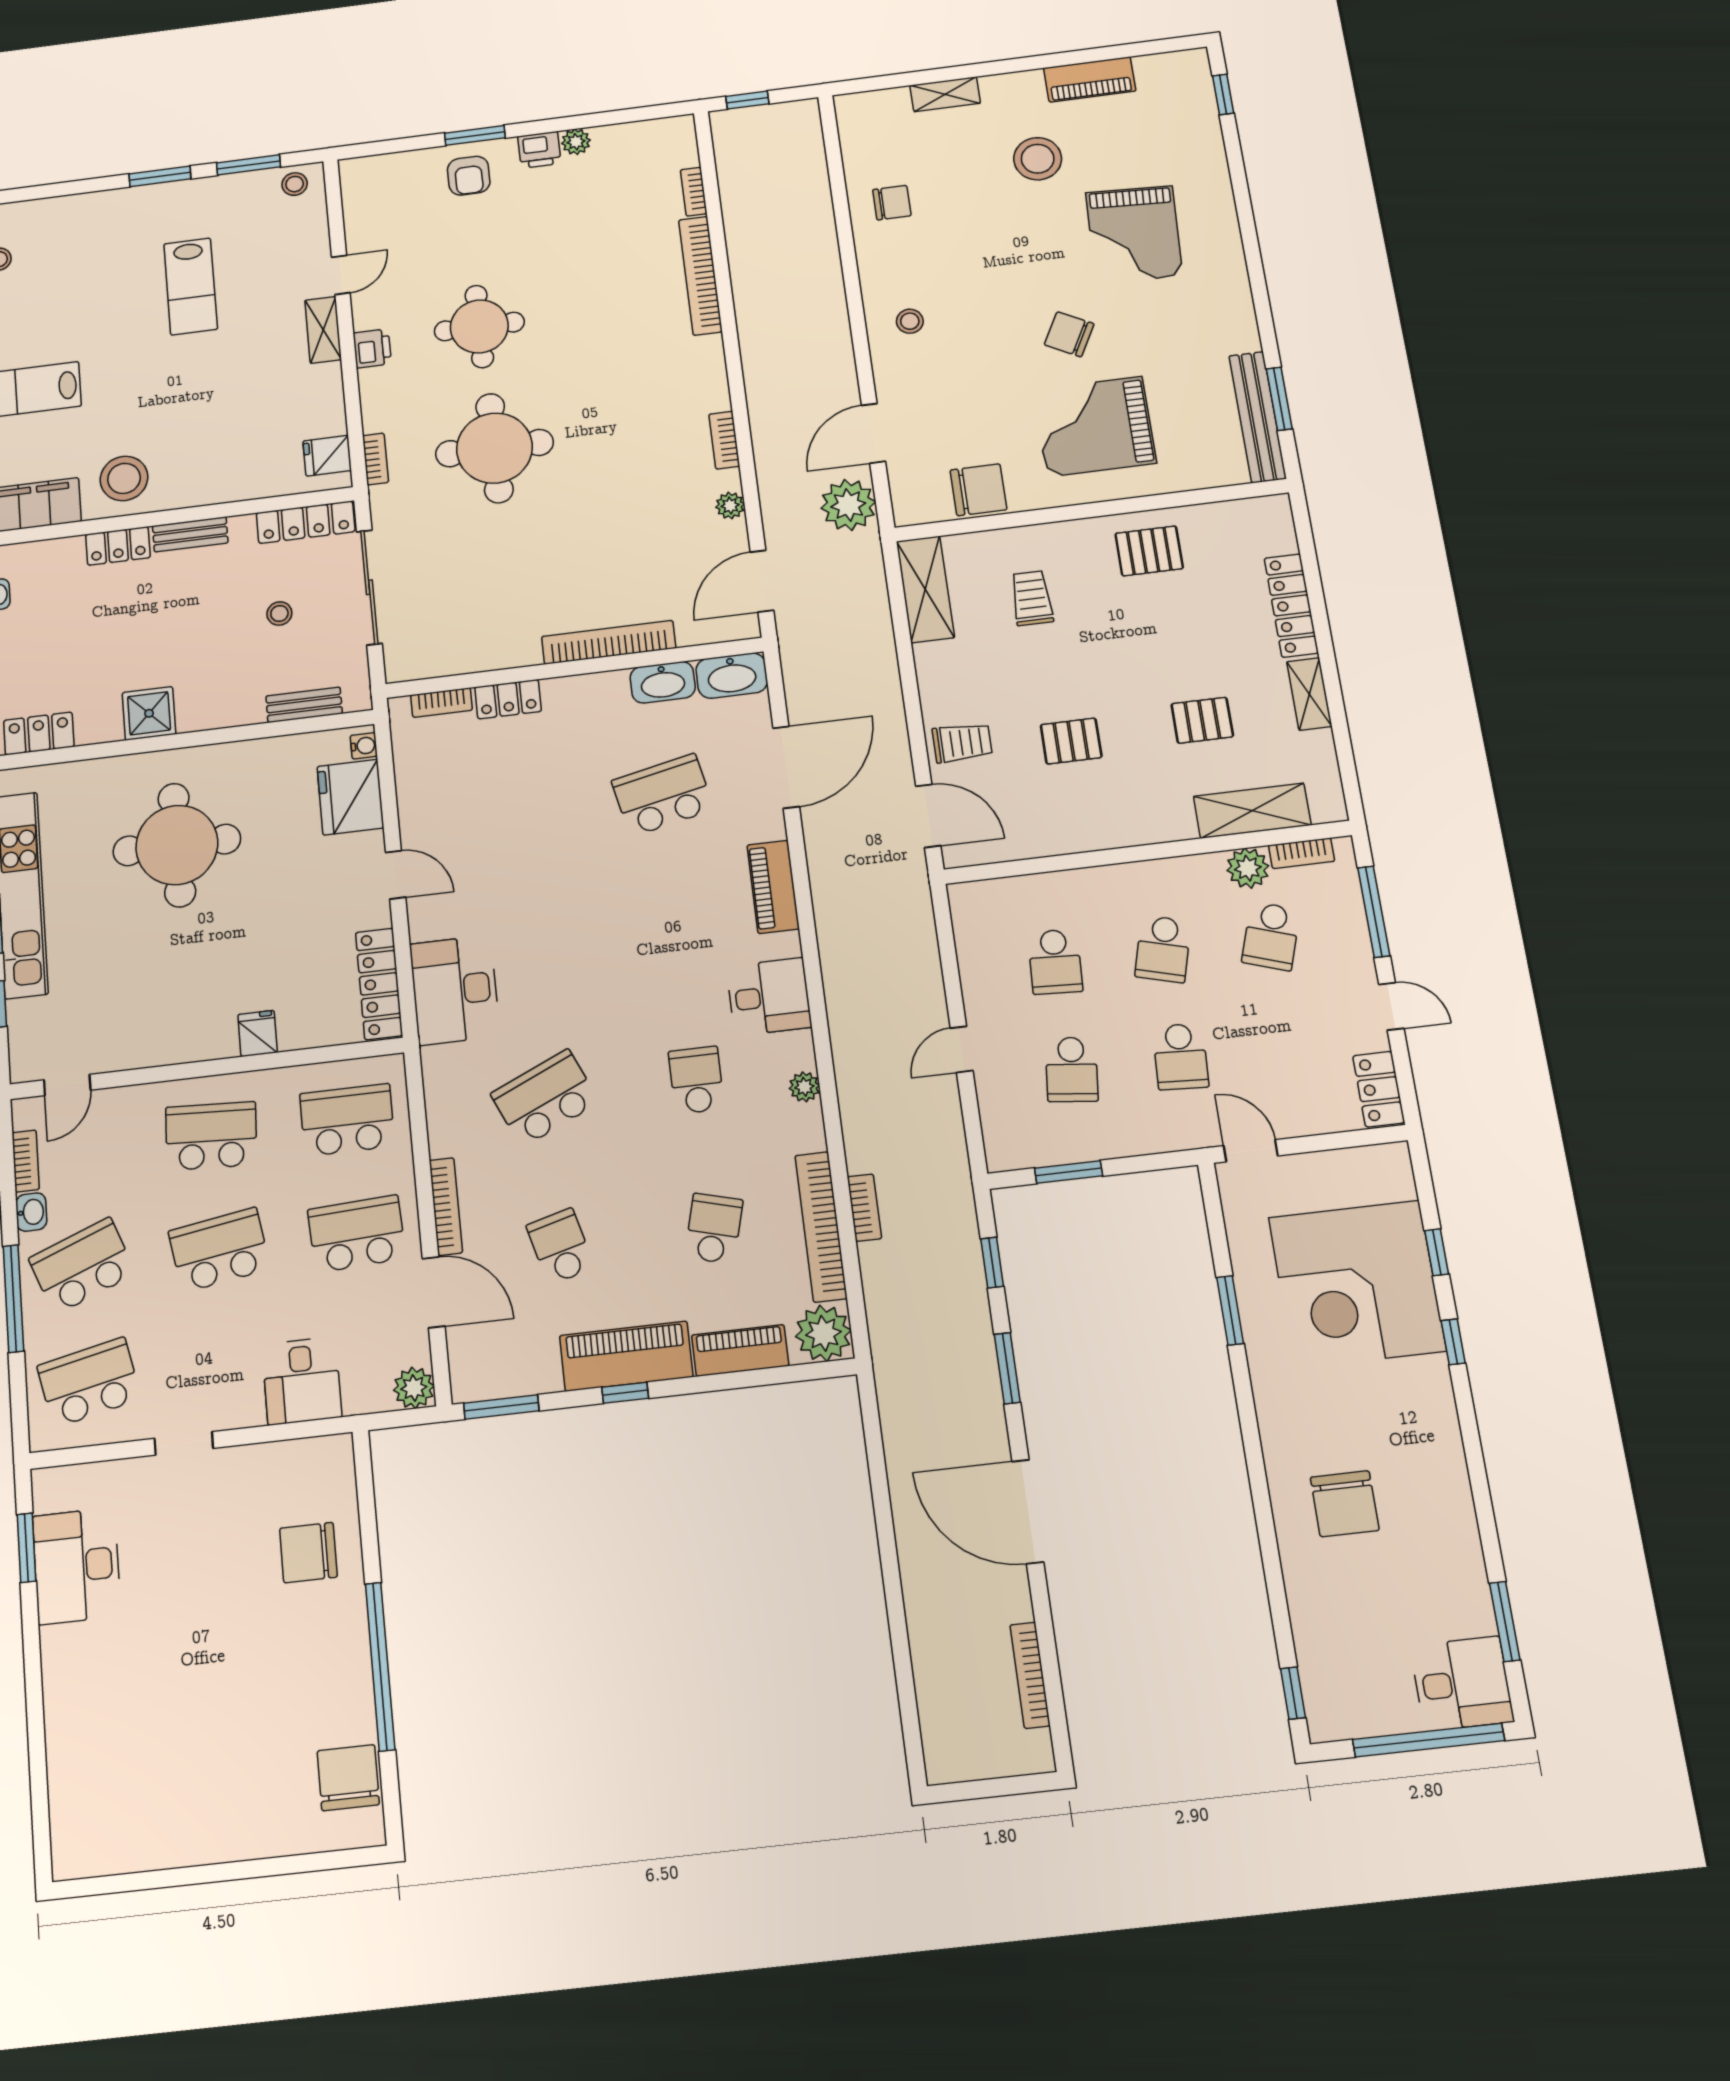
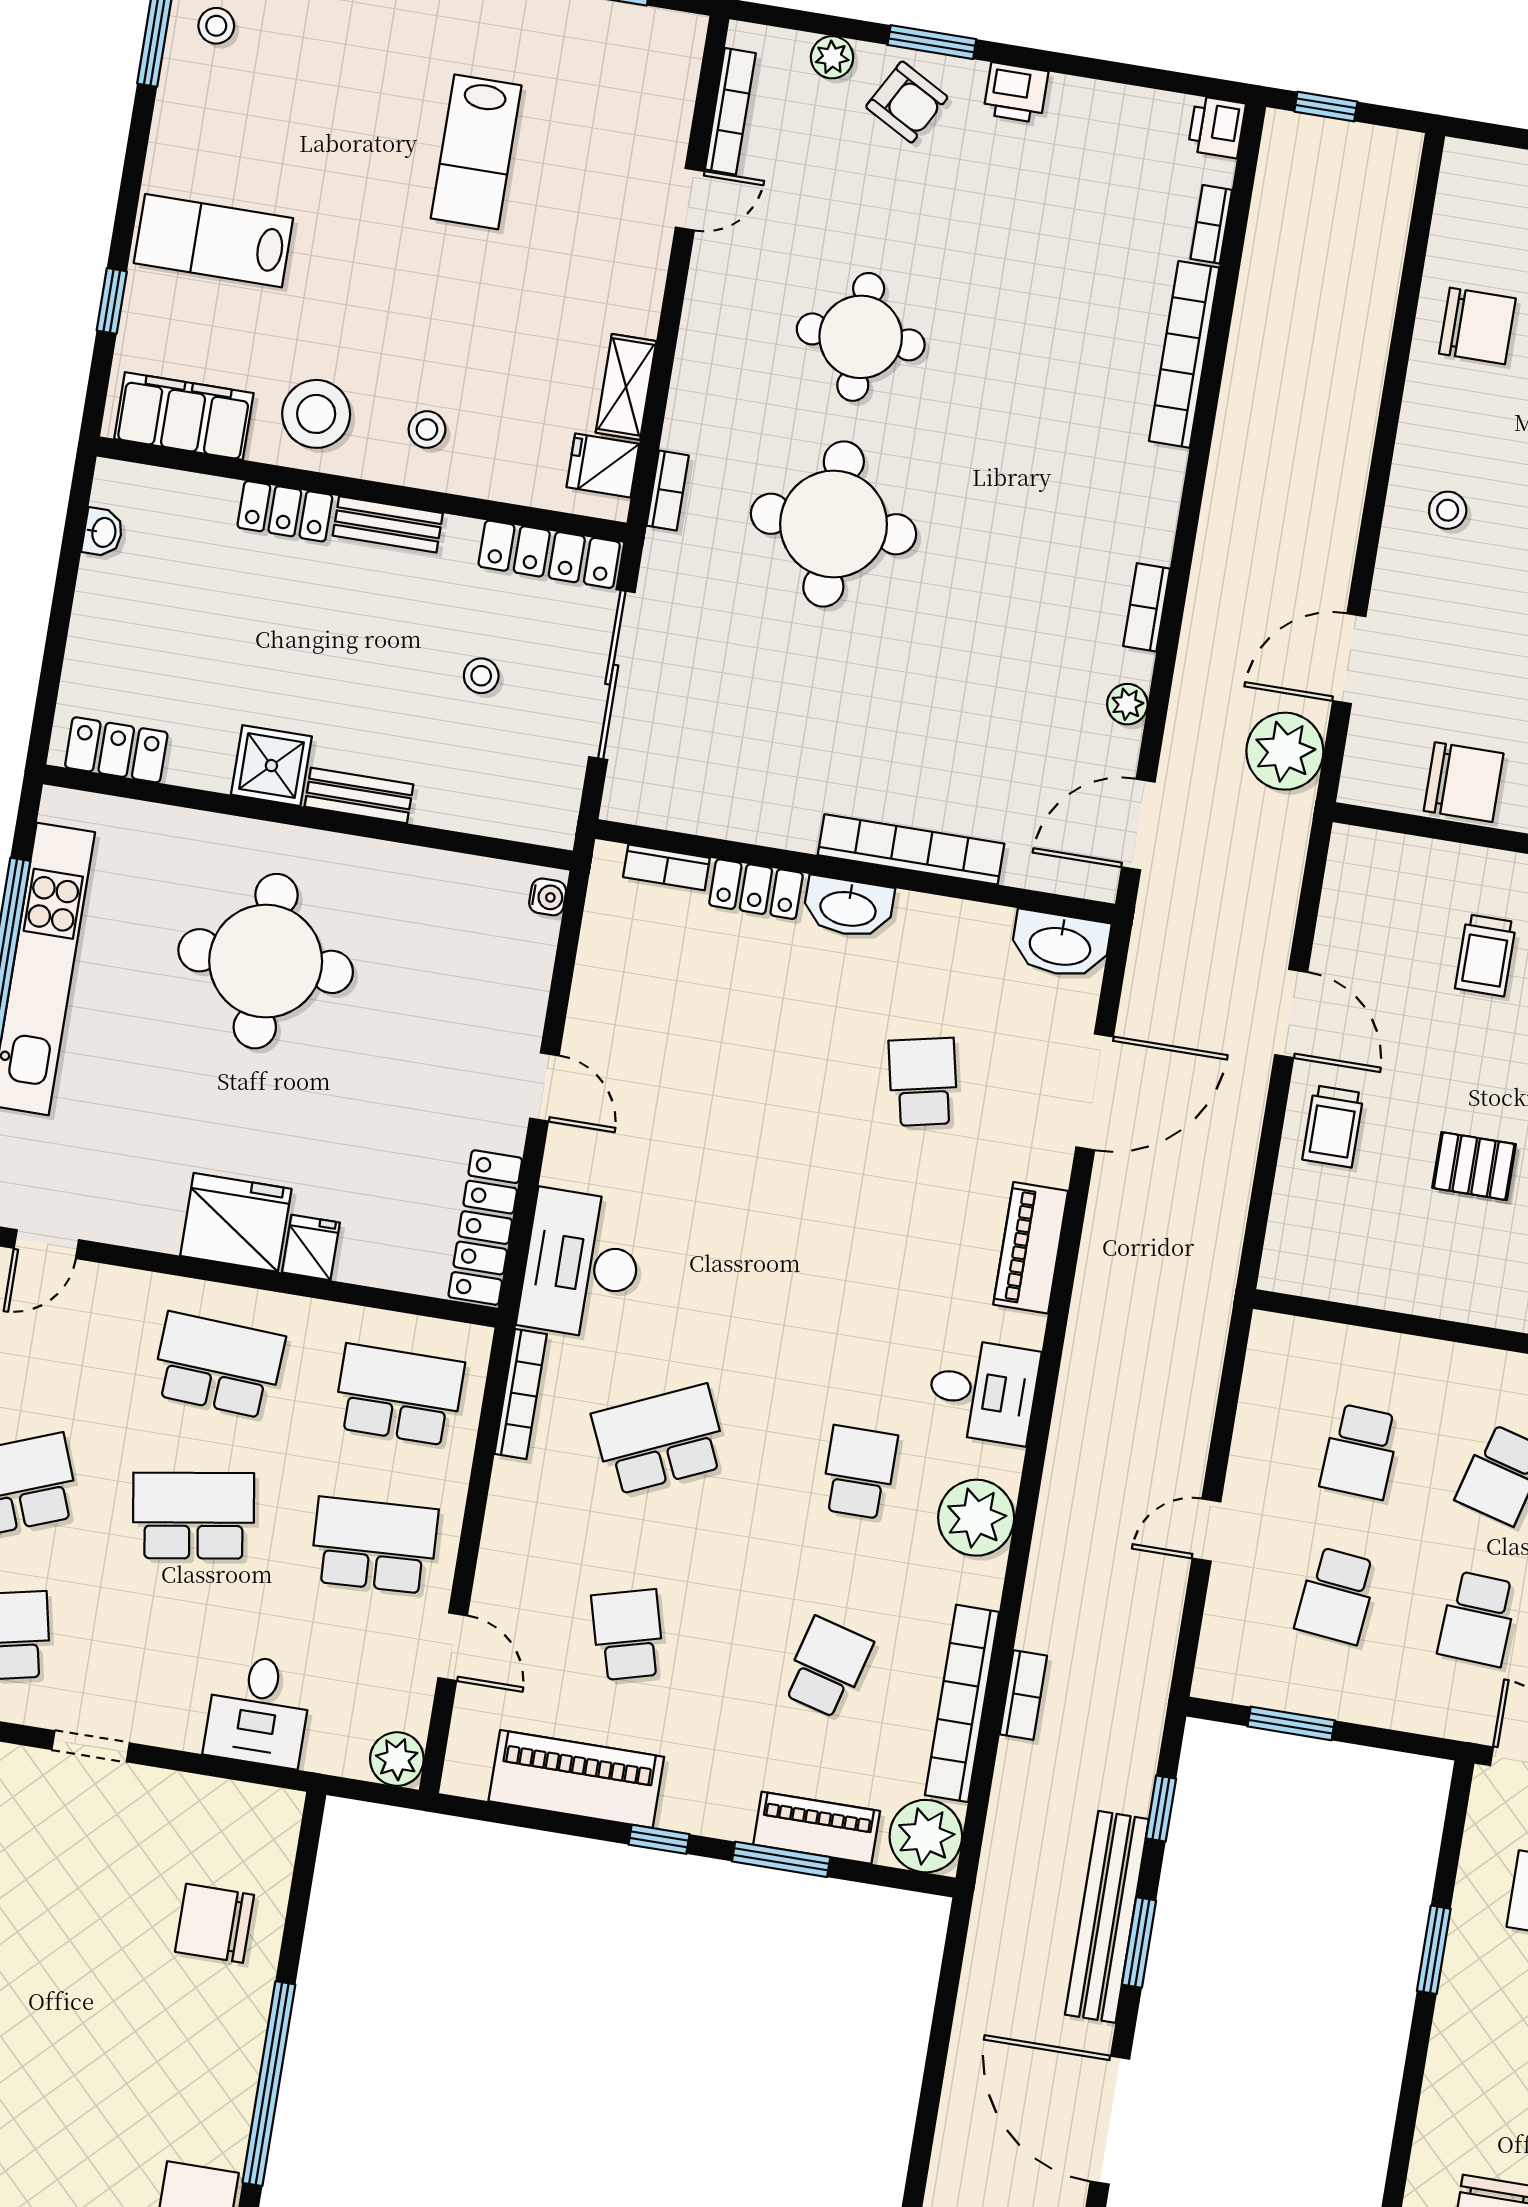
plant: (576, 142) -> (832, 57), moved
armchair: (469, 176) -> (907, 102), turned -61
stool: (295, 184) -> (427, 429), moved
chair: (892, 203) -> (1477, 326), width x1.37, depth x1.37
bookcase: (353, 214) -> (730, 111), added
shelving: (323, 330) -> (626, 387), moved
printer: (372, 348) -> (1217, 127), moved, turned 180
shelving: (925, 589) -> (1350, 901), removed
trolley: (1032, 598) -> (1486, 955), turned 180
washbasin: (663, 682) -> (848, 907), moved
bench: (304, 705) -> (359, 796), moved
trolley: (962, 743) -> (1333, 1126), turned 90
school desk: (663, 795) -> (923, 1082), width x0.54
fridge: (350, 797) -> (236, 1222), moved, turned 90
door: (928, 816) -> (1291, 1013), moved
plant: (804, 1087) -> (976, 1518), width x1.88, depth x1.88
bookcase: (446, 1206) -> (521, 1394), moved
door: (434, 1292) -> (453, 1647), width x0.73
piano: (626, 1356) -> (576, 1779), moved
bench: (977, 1356) -> (1107, 1917), added
window: (501, 1407) -> (781, 1859), moved

